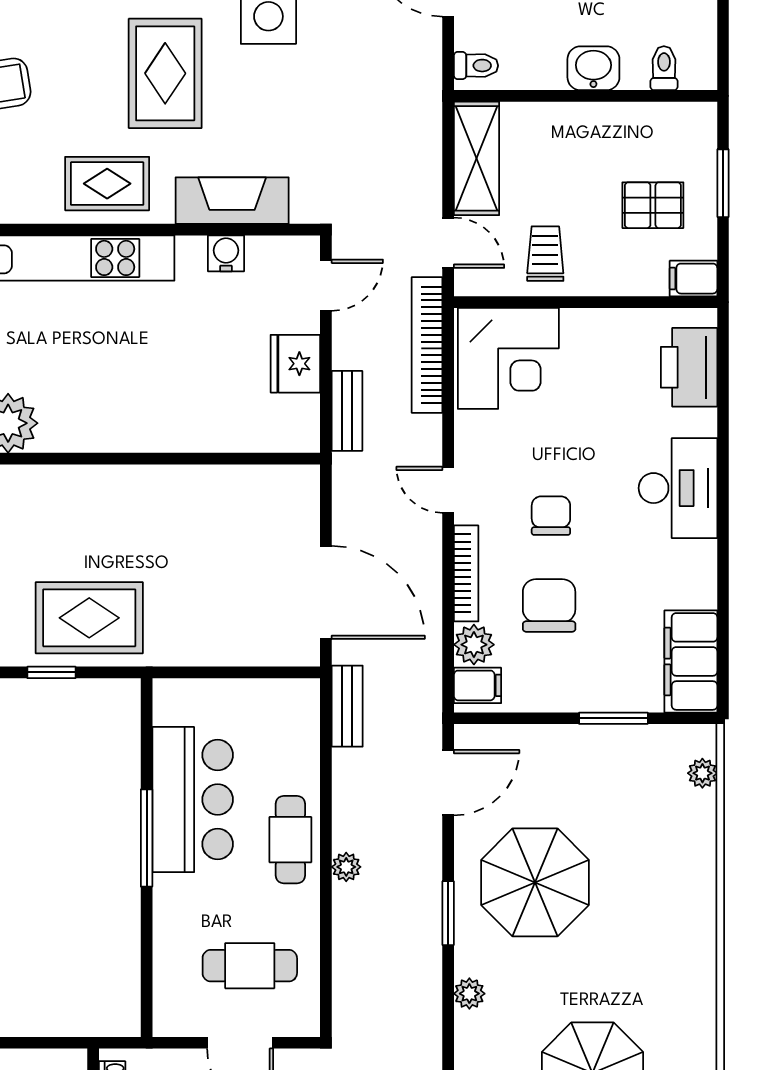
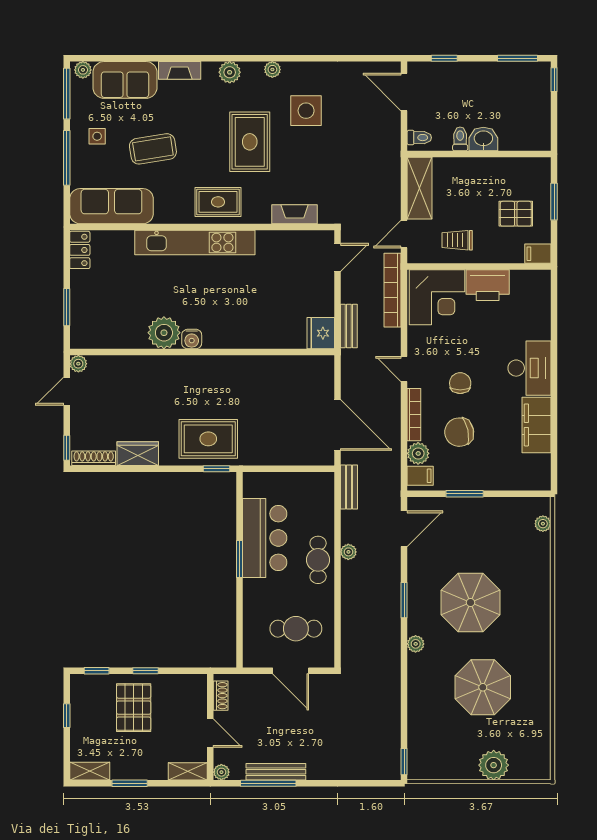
toilet: (664, 68) -> (460, 139), moved
fireplace: (232, 201) -> (295, 214), width x0.73, depth x0.76
door: (448, 243) -> (404, 234), swing flipped
water cooler: (226, 253) -> (192, 339), moved, turned 180
trolley: (545, 254) -> (457, 240), turned -90
fridge: (295, 364) -> (321, 333), moved
printer: (689, 367) -> (488, 285), moved, turned -90
chair: (549, 605) -> (459, 432), turned -102
filing cabinet: (691, 661) -> (537, 425), moved
window: (51, 672) -> (217, 469), moved
window: (613, 718) -> (465, 494), moved
window: (147, 838) -> (240, 559), width x0.69
plant: (346, 867) -> (348, 552), moved
parasol: (535, 882) -> (471, 603), moved

